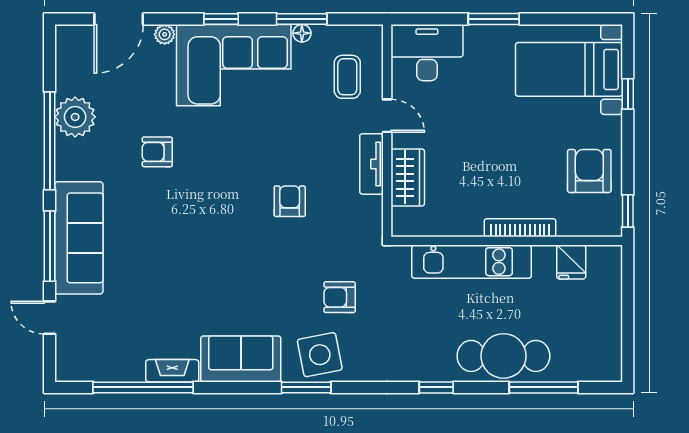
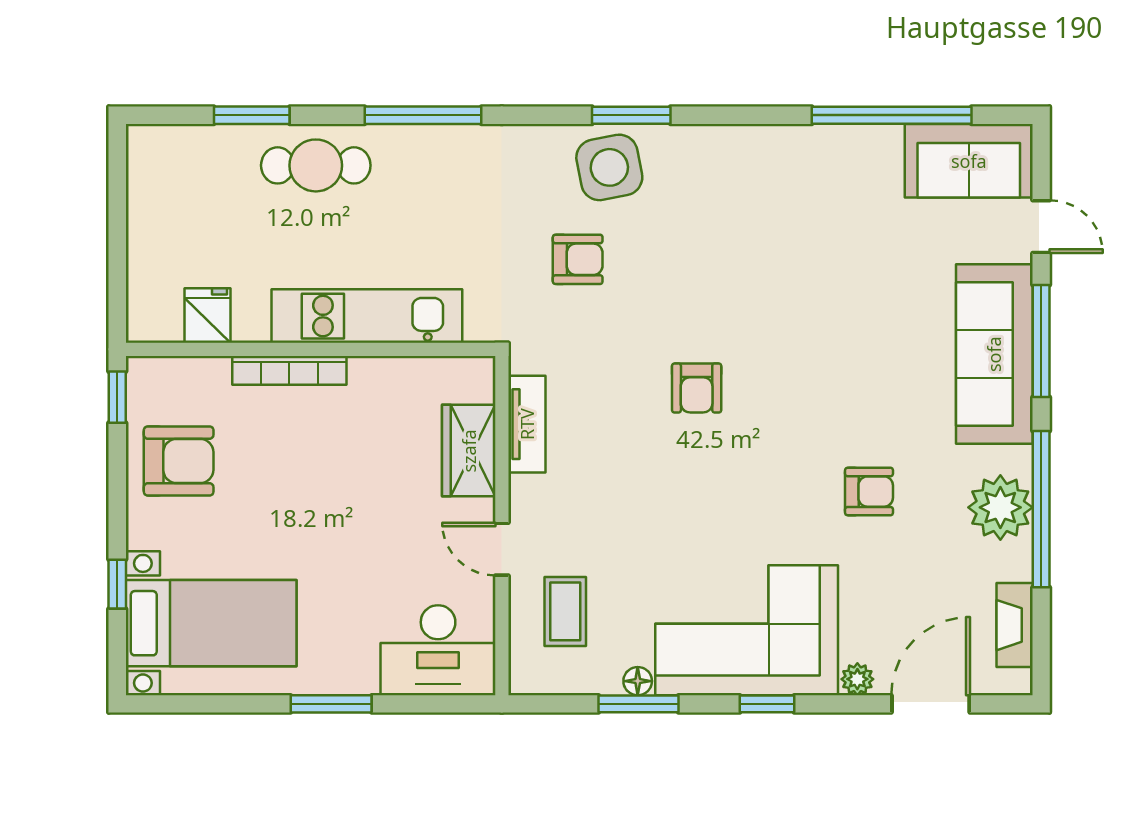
plant: (75, 117) -> (1000, 507), moved
tv unit: (371, 164) -> (527, 424), moved
armchair: (589, 171) -> (179, 461), turned -90
armchair: (290, 201) -> (697, 388), moved
cafe table: (503, 356) -> (316, 165), width x0.73, depth x0.74
sofa: (241, 359) -> (969, 161), moved
fireplace: (172, 371) -> (1015, 625), moved, turned 90
window: (436, 387) -> (423, 115), width x2.17
window: (544, 387) -> (252, 115), width x0.69

